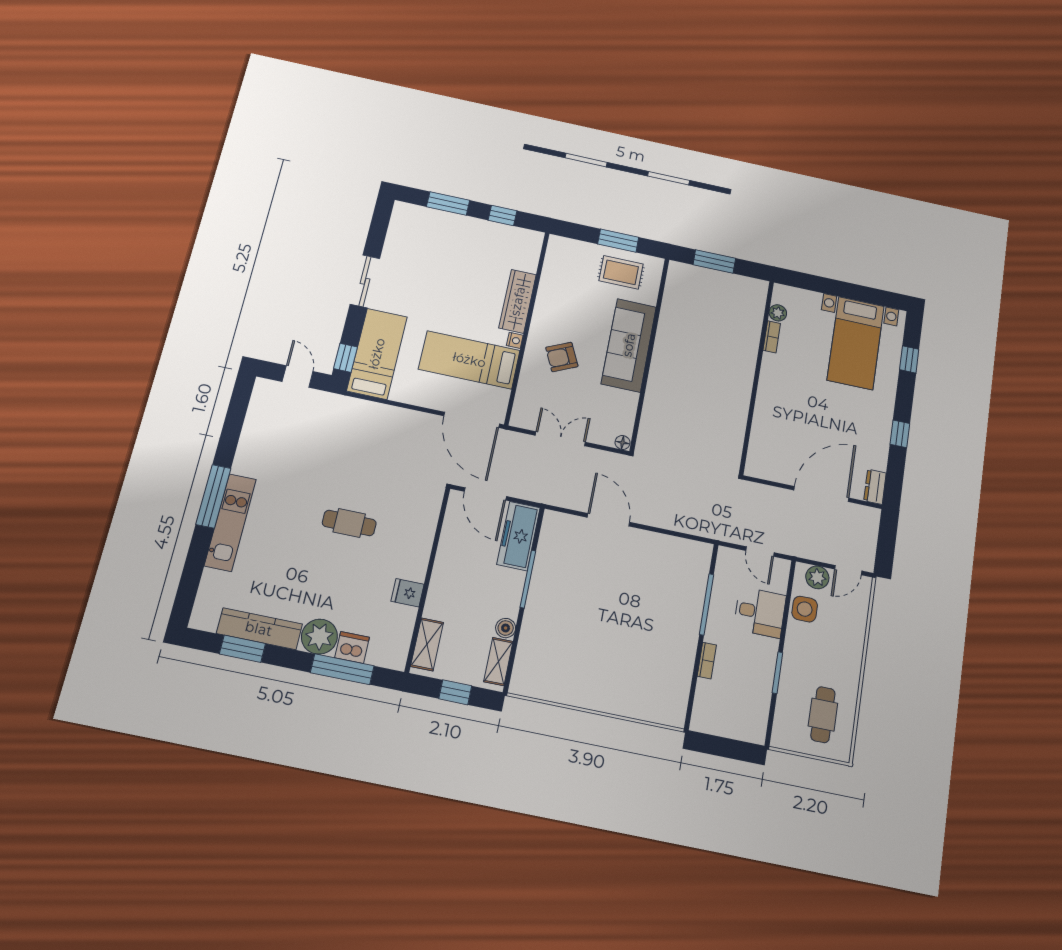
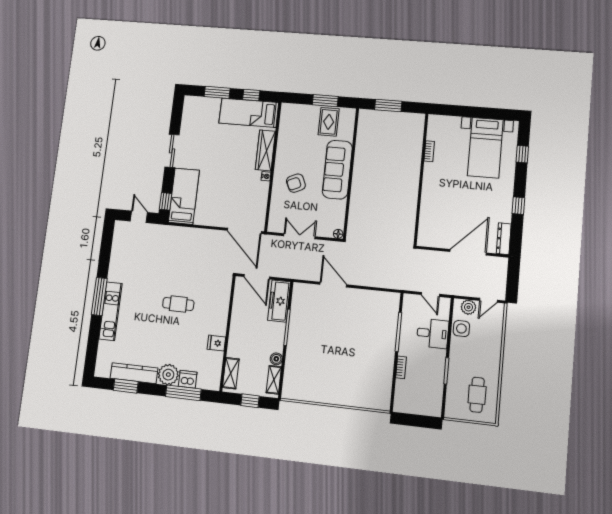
rug: (621, 272) -> (329, 122), turned 90
plant: (778, 313) -> (432, 134), removed
bed: (469, 360) -> (249, 113), moved
dresser: (875, 487) -> (504, 239), width x1.44

